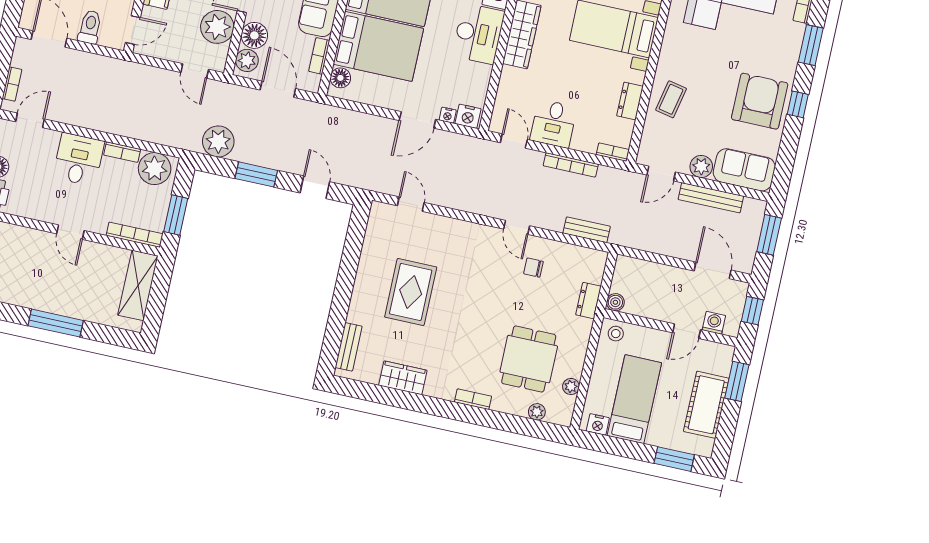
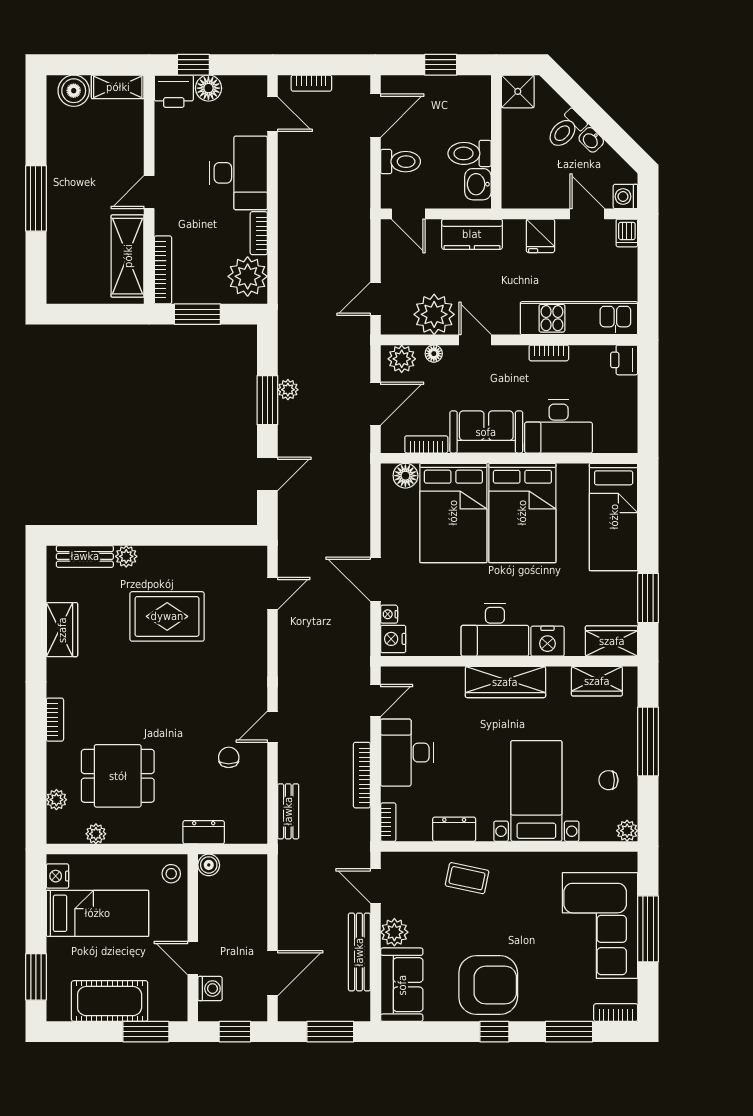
floor lamp: (254, 35) -> (434, 354), width x0.53, depth x0.53
desk: (554, 124) -> (407, 753), width x1.37
plant: (218, 141) -> (288, 390), moved, width x0.53, depth x0.53
desk: (79, 159) -> (238, 173), width x1.37
shelving: (138, 285) -> (128, 256), moved, turned 90
plant: (356, 314) -> (126, 556), added

